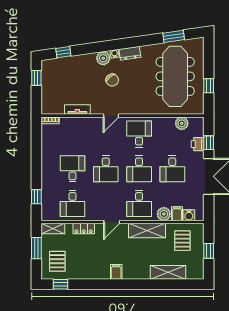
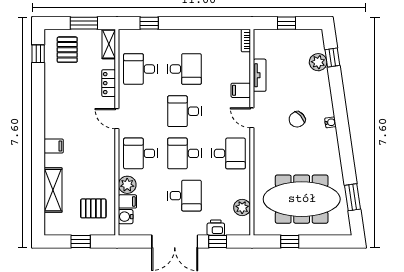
dresser: (130, 53) -> (331, 142), removed
plant: (103, 58) -> (318, 62), moved
window: (36, 78) -> (287, 23), moved
filing cabinet: (89, 124) -> (241, 90), added
desk: (172, 169) -> (184, 196), turned 180
shelving: (147, 231) -> (106, 163), removed
pallet: (57, 261) -> (67, 50), turned 90
filing cabinet: (116, 272) -> (54, 146), moved

